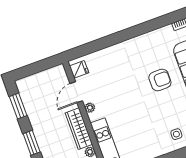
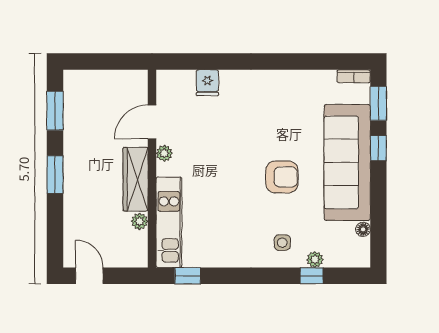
fridge: (79, 69) -> (207, 83), moved, turned 90
armchair: (160, 80) -> (282, 177), moved

